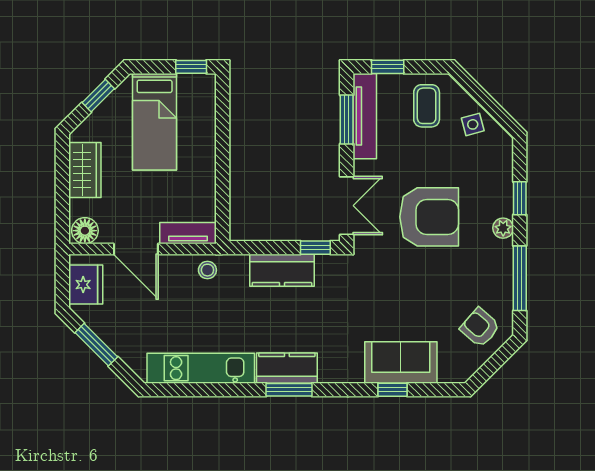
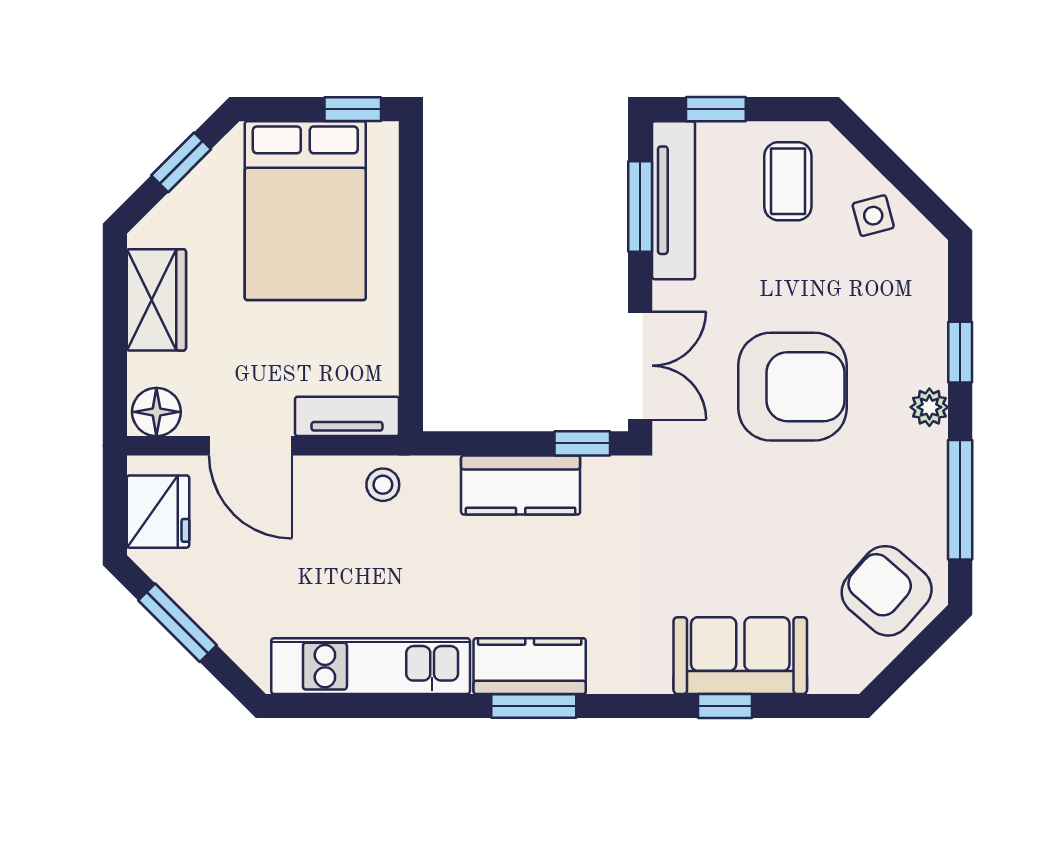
bed: (155, 122) -> (305, 211), width x1.50
armchair: (480, 327) -> (887, 591), width x1.38, depth x1.38

